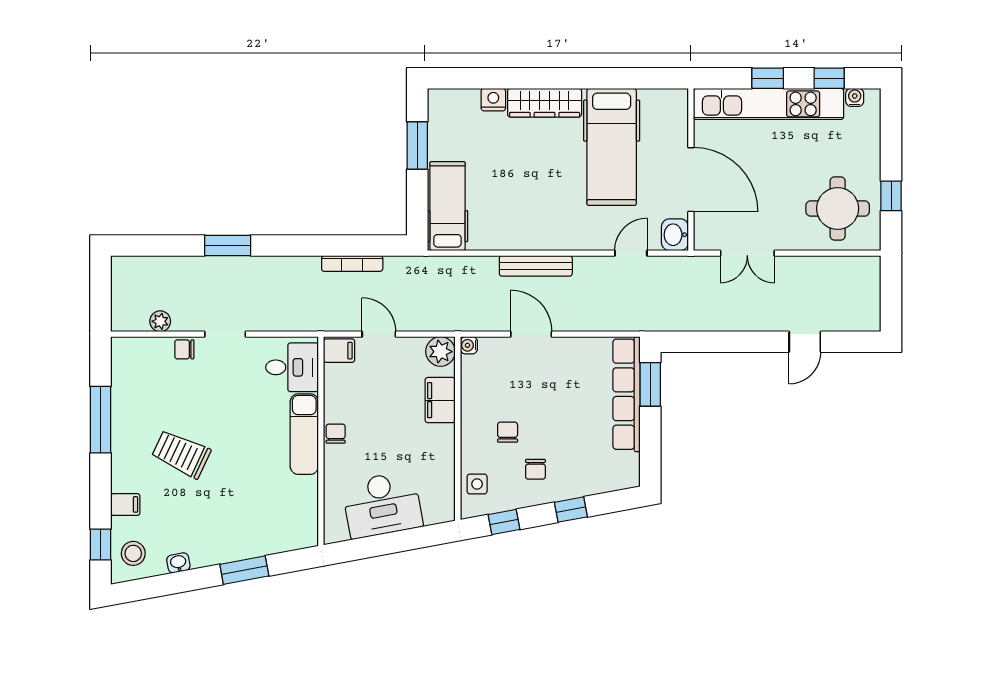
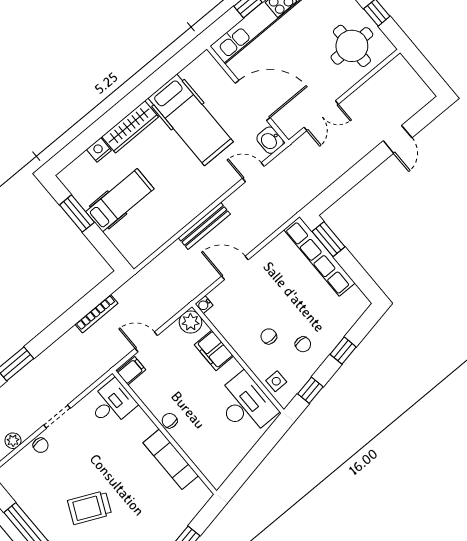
hospital bed: (447, 206) -> (120, 200), moved, turned 90
door: (631, 253) -> (253, 172), hinge flipped
chair: (184, 349) -> (41, 445), turned -90
exam couch: (304, 434) -> (171, 459), moved
desk: (382, 505) -> (245, 404), moved, turned -79

